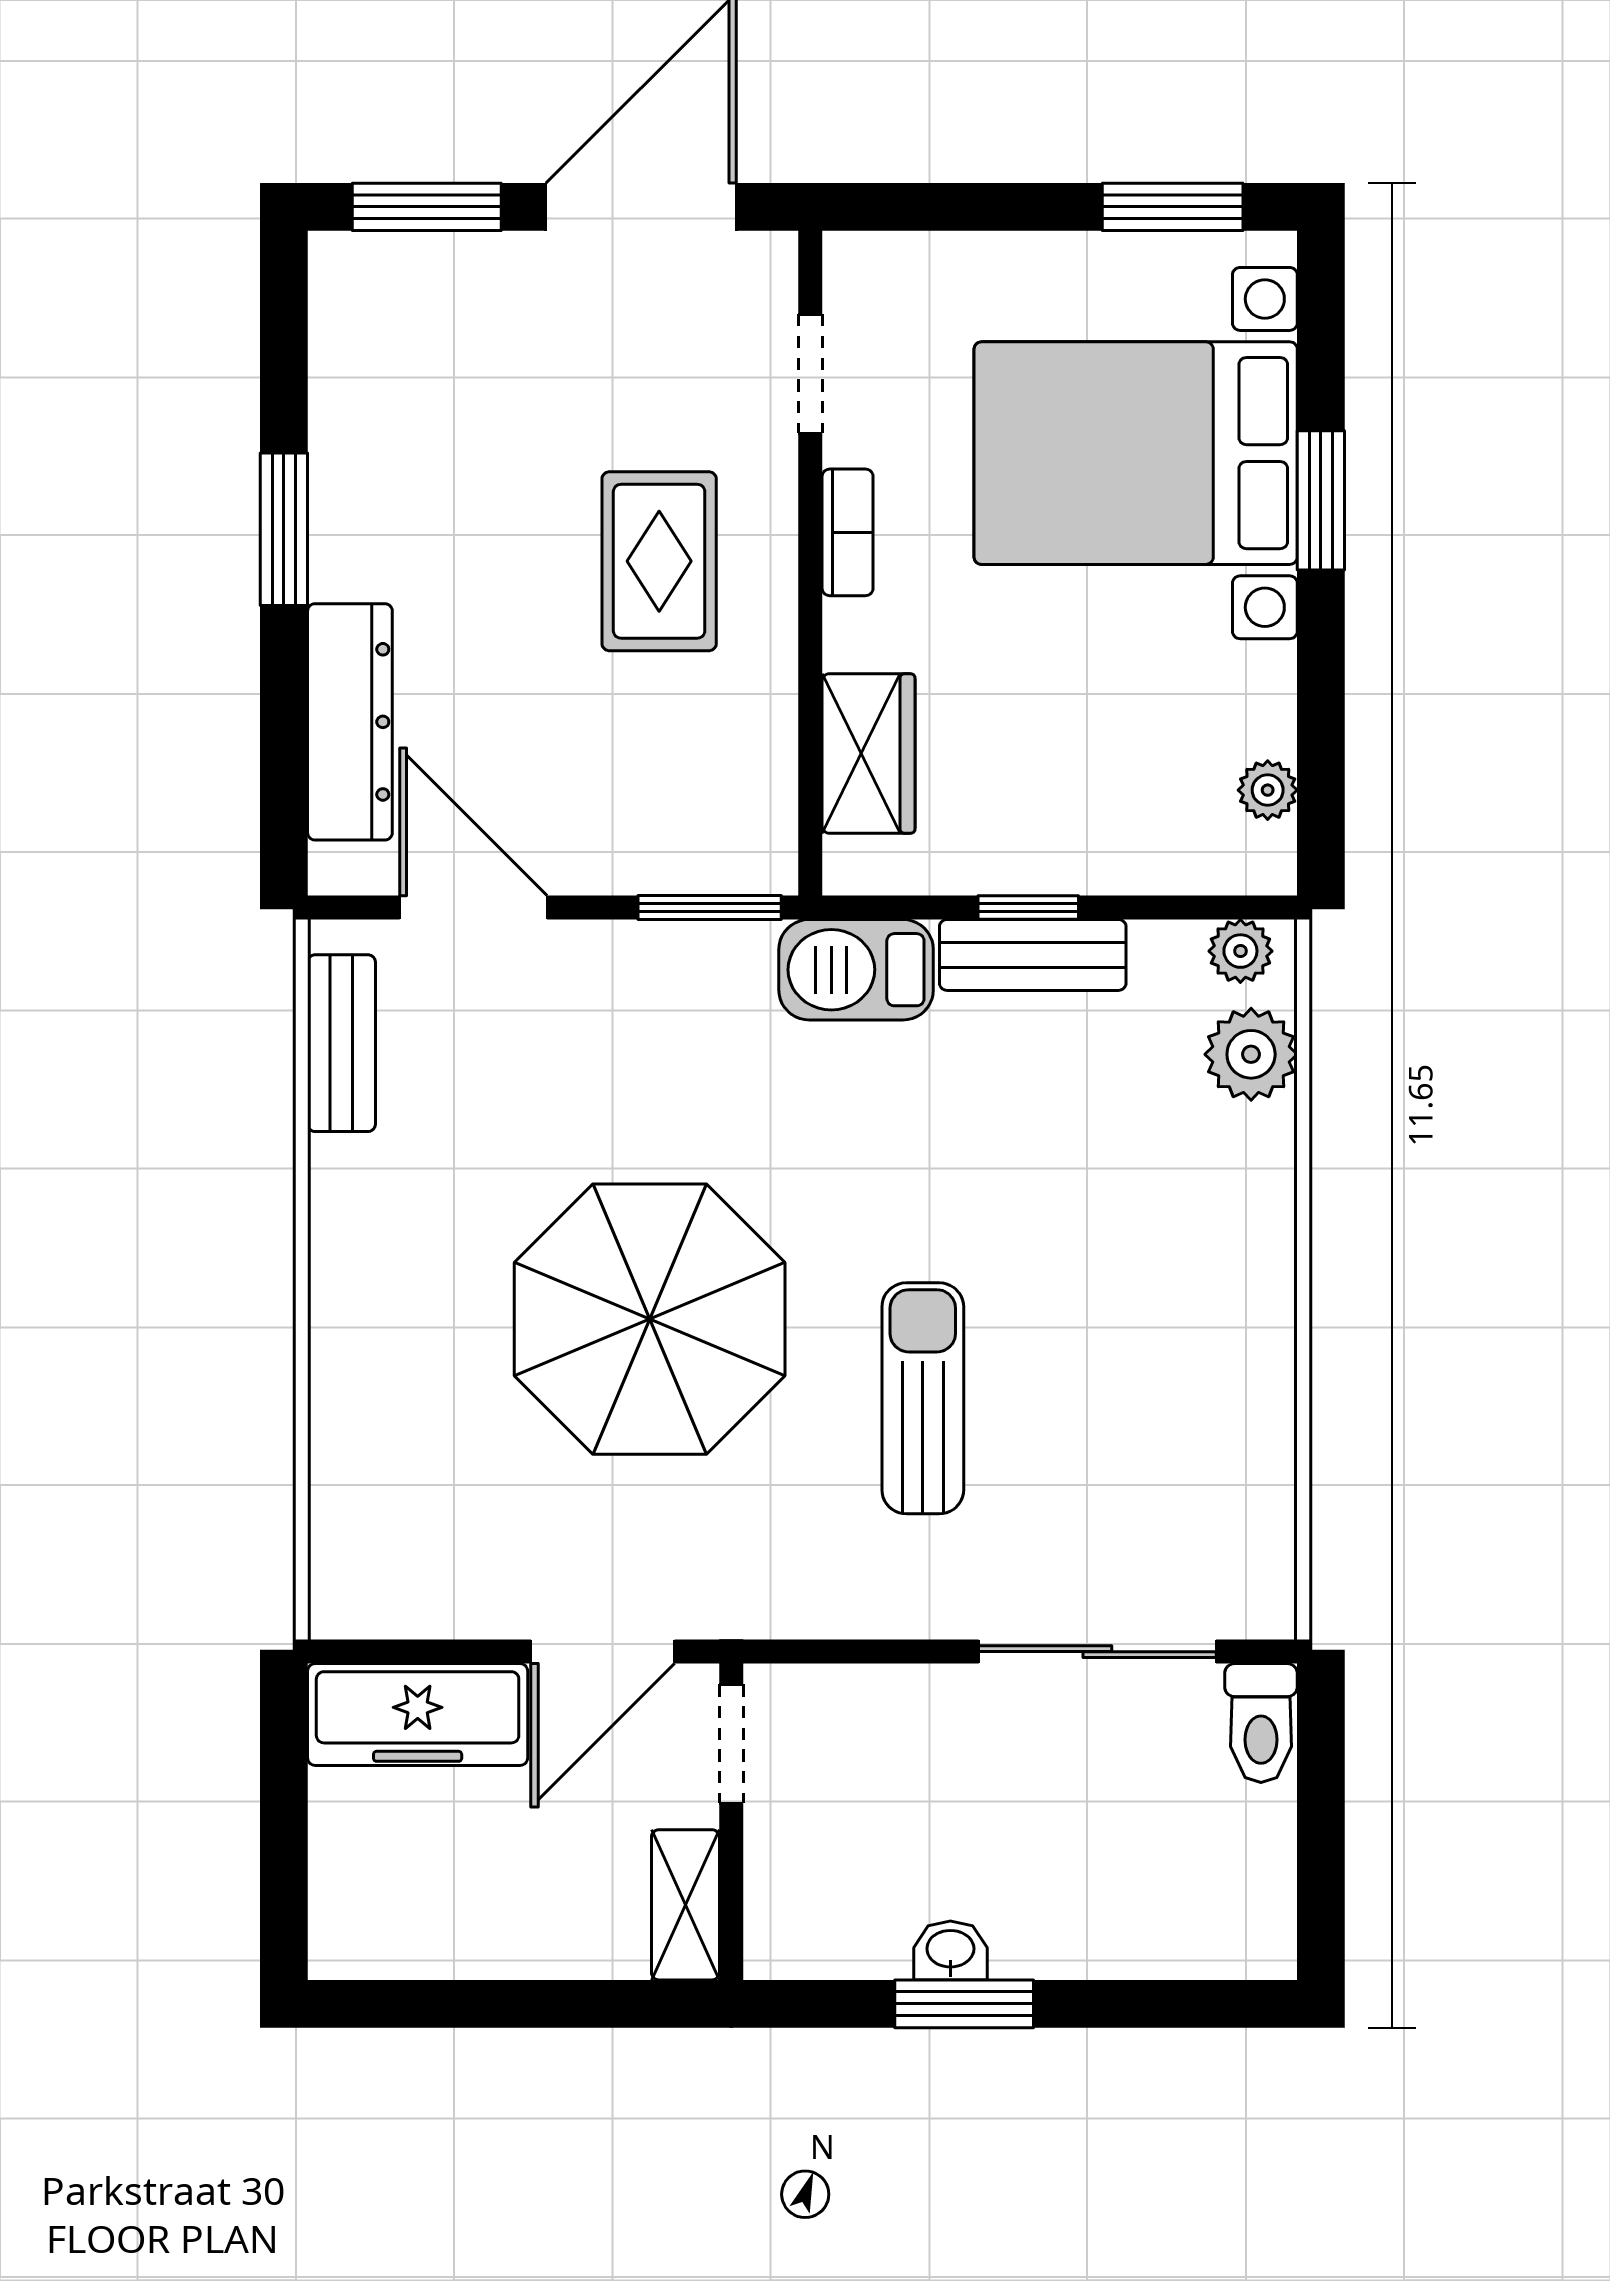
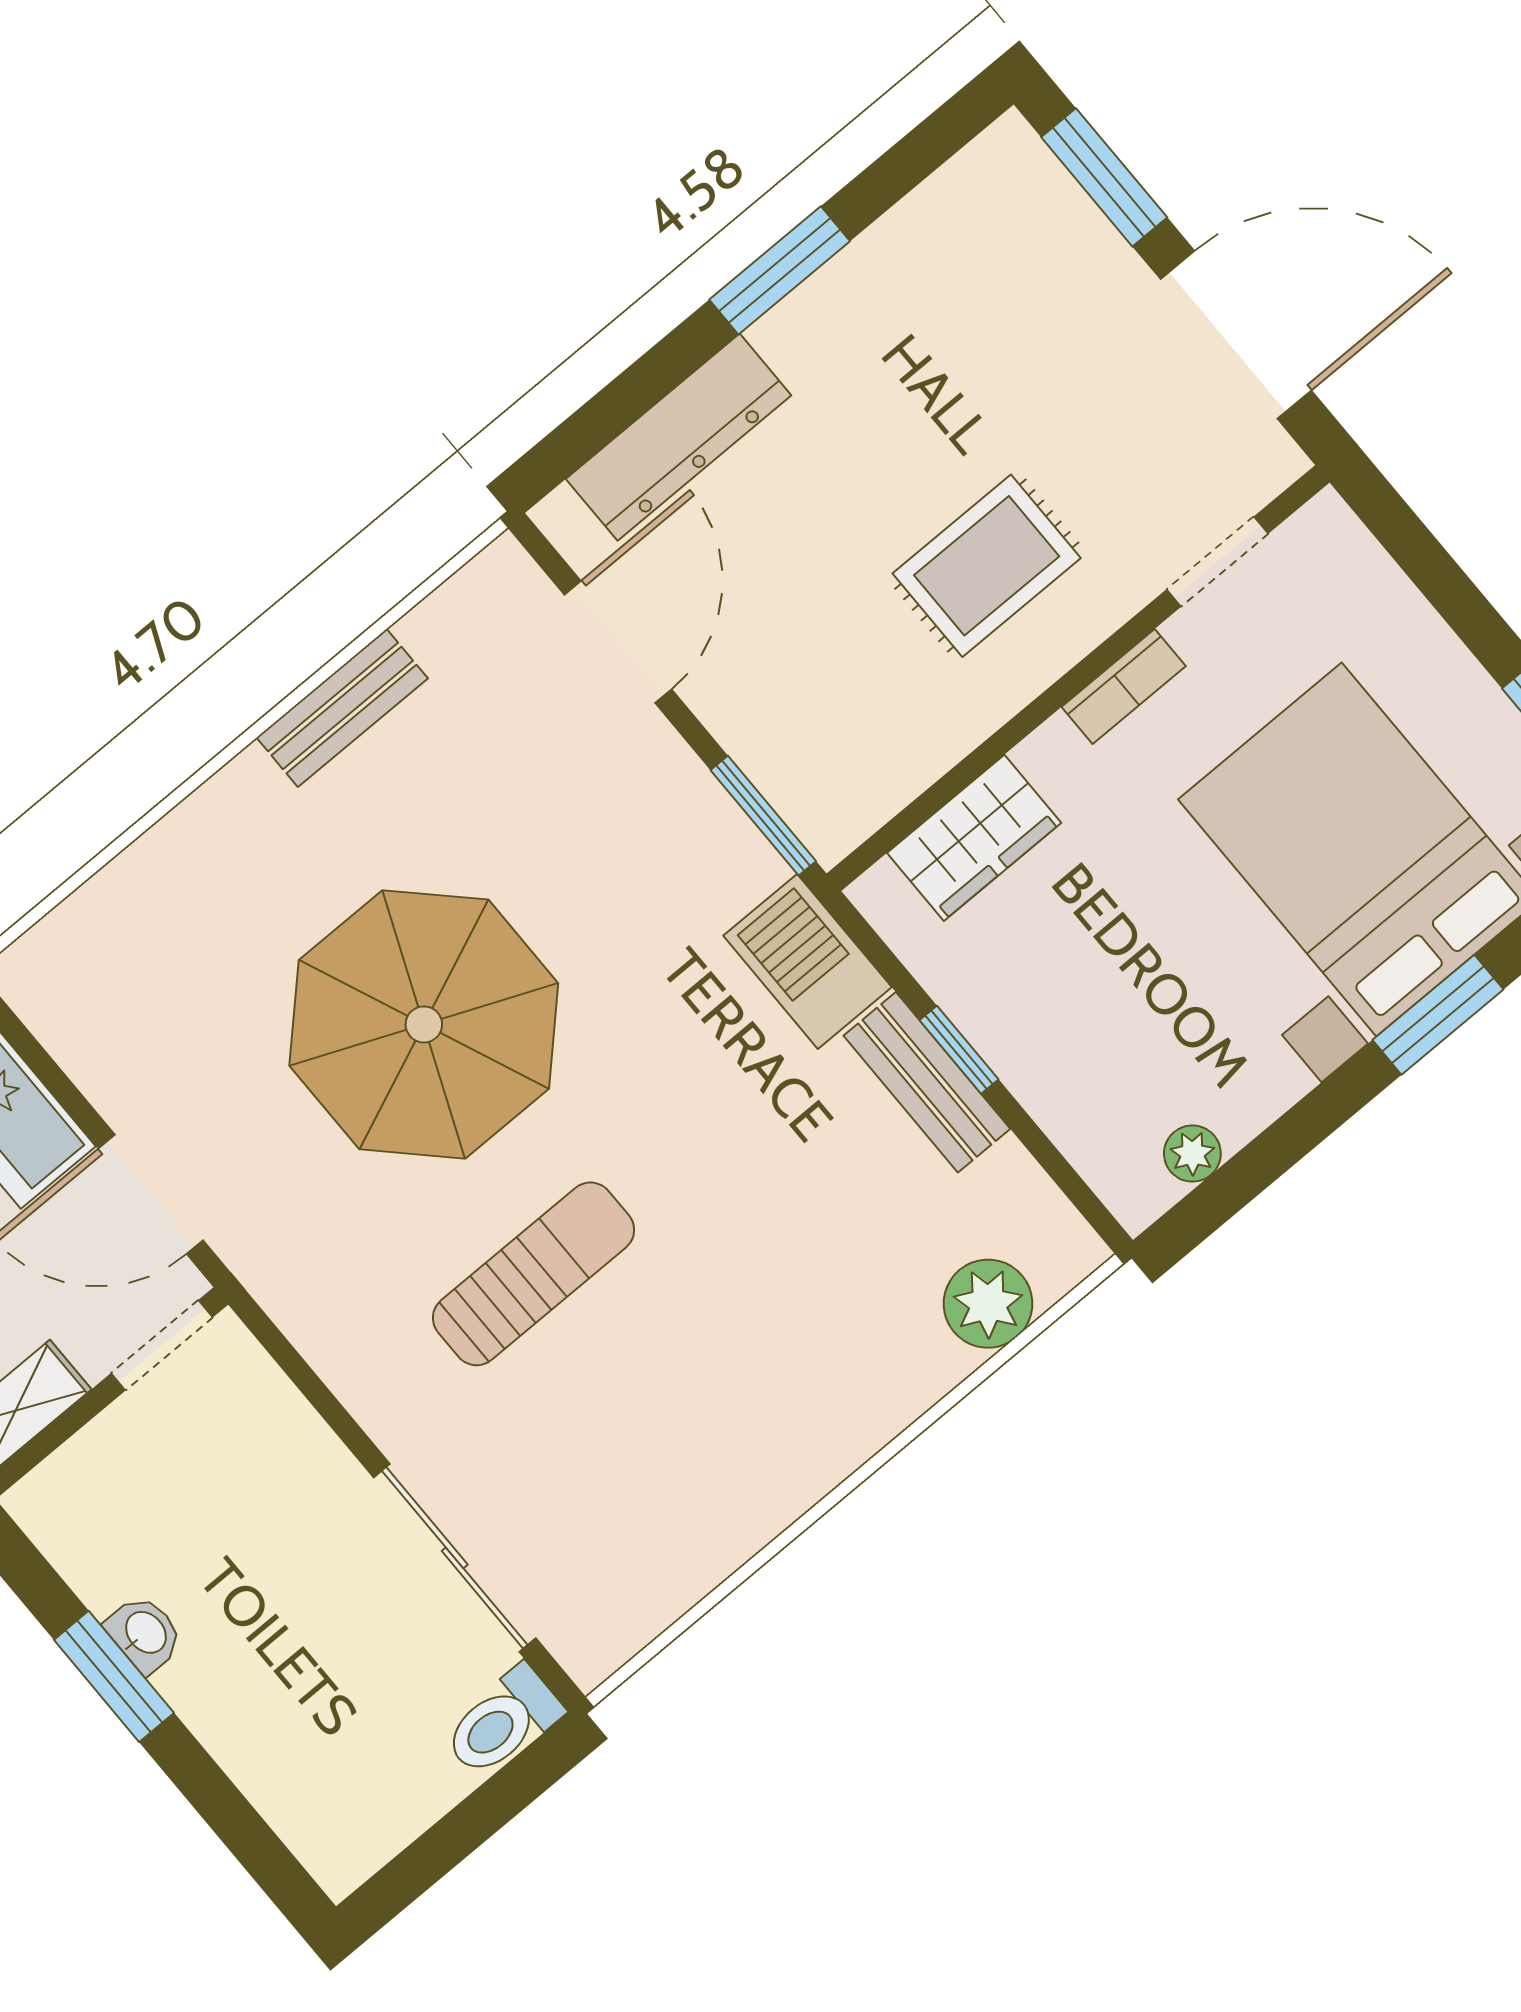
plant: (1240, 951) -> (1057, 1232), removed
bench: (341, 1043) -> (342, 708), moved

